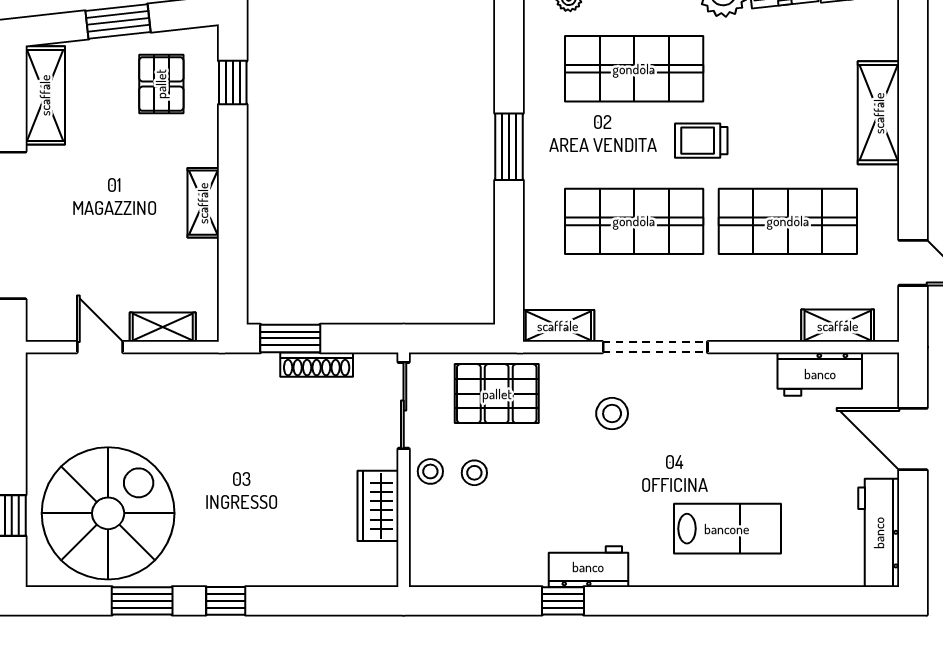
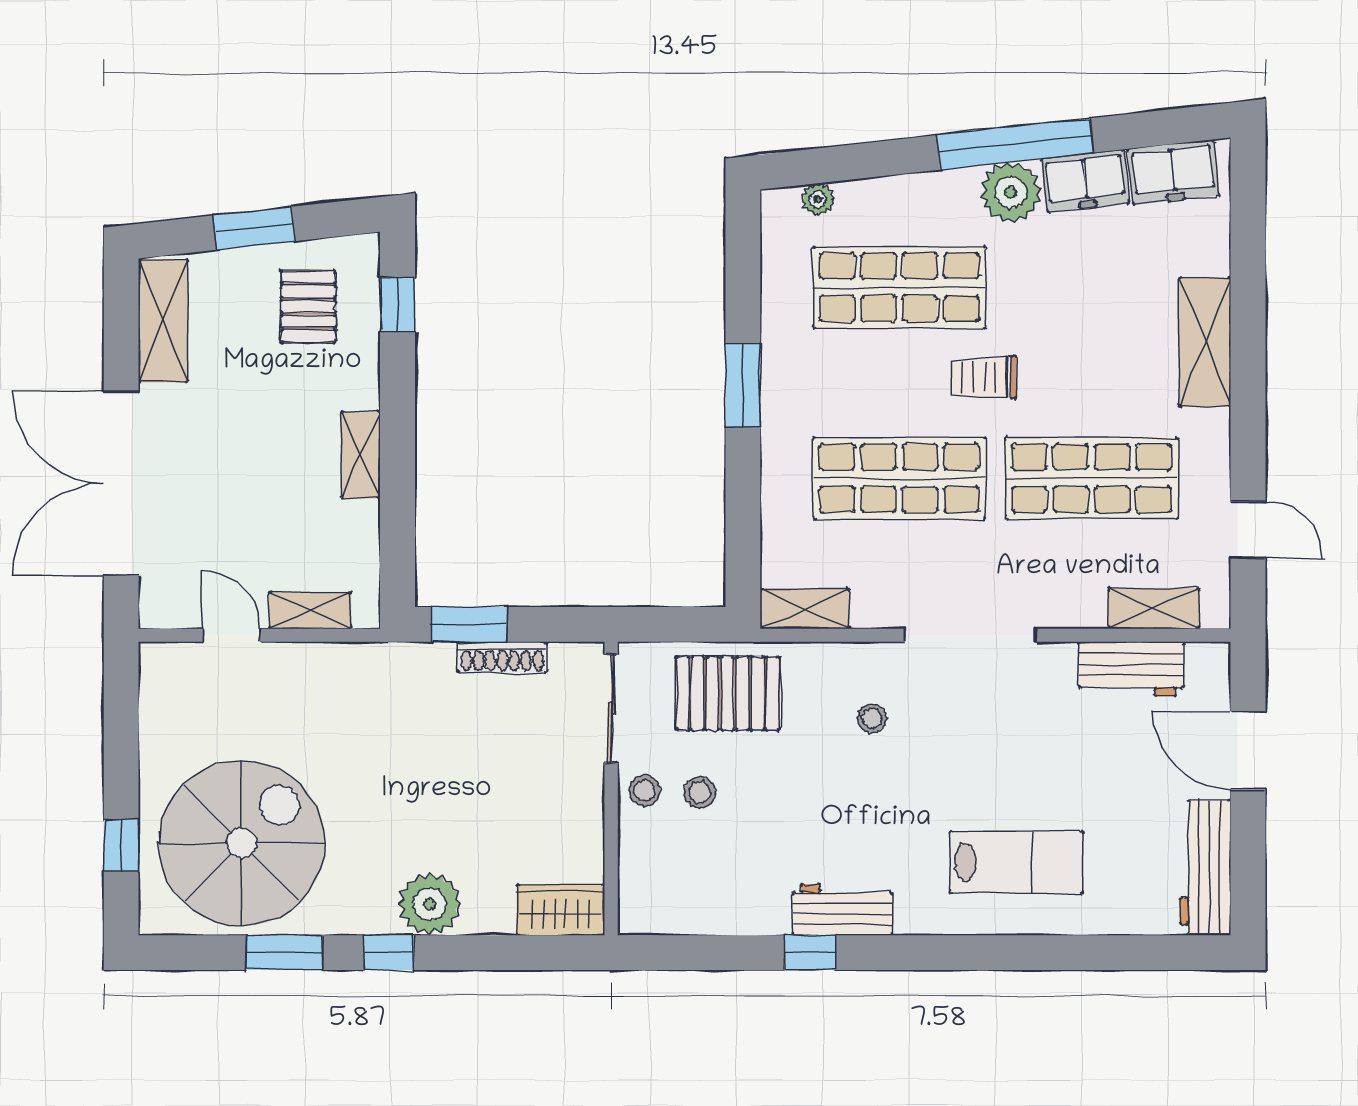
doorway: (655, 347) -> (971, 635), moved
stool: (612, 414) -> (872, 718), width x0.73, depth x0.73
wardrobe: (378, 506) -> (561, 910), moved, turned 90
plant: (258, 562) -> (430, 904), added

